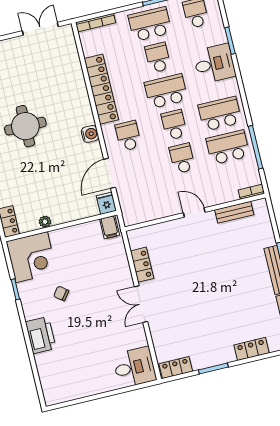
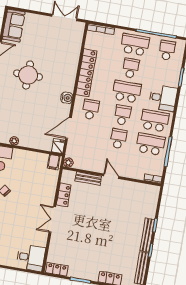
desk: (214, 64) -> (163, 98), moved
bench: (234, 212) -> (88, 178), moved
plant: (129, 219) -> (68, 163), added

